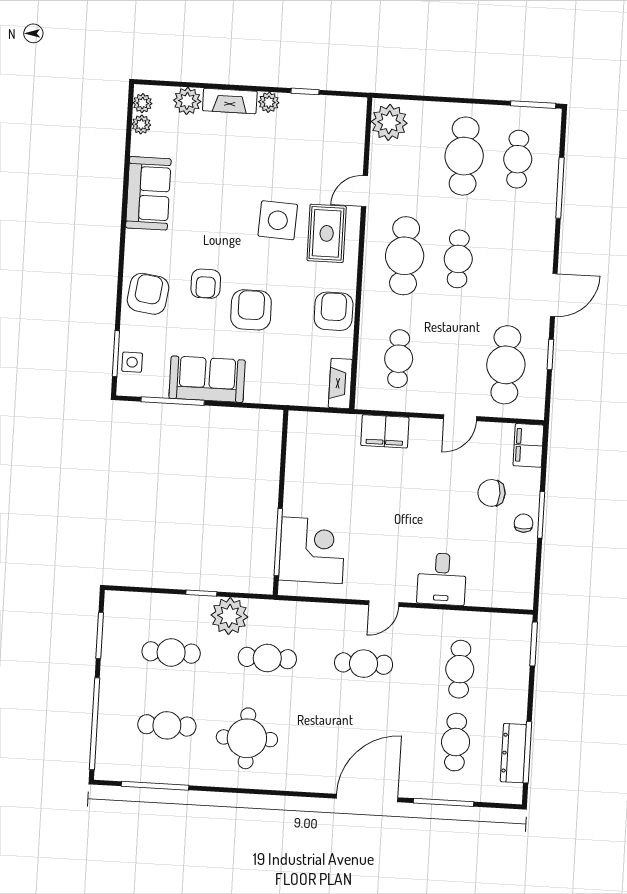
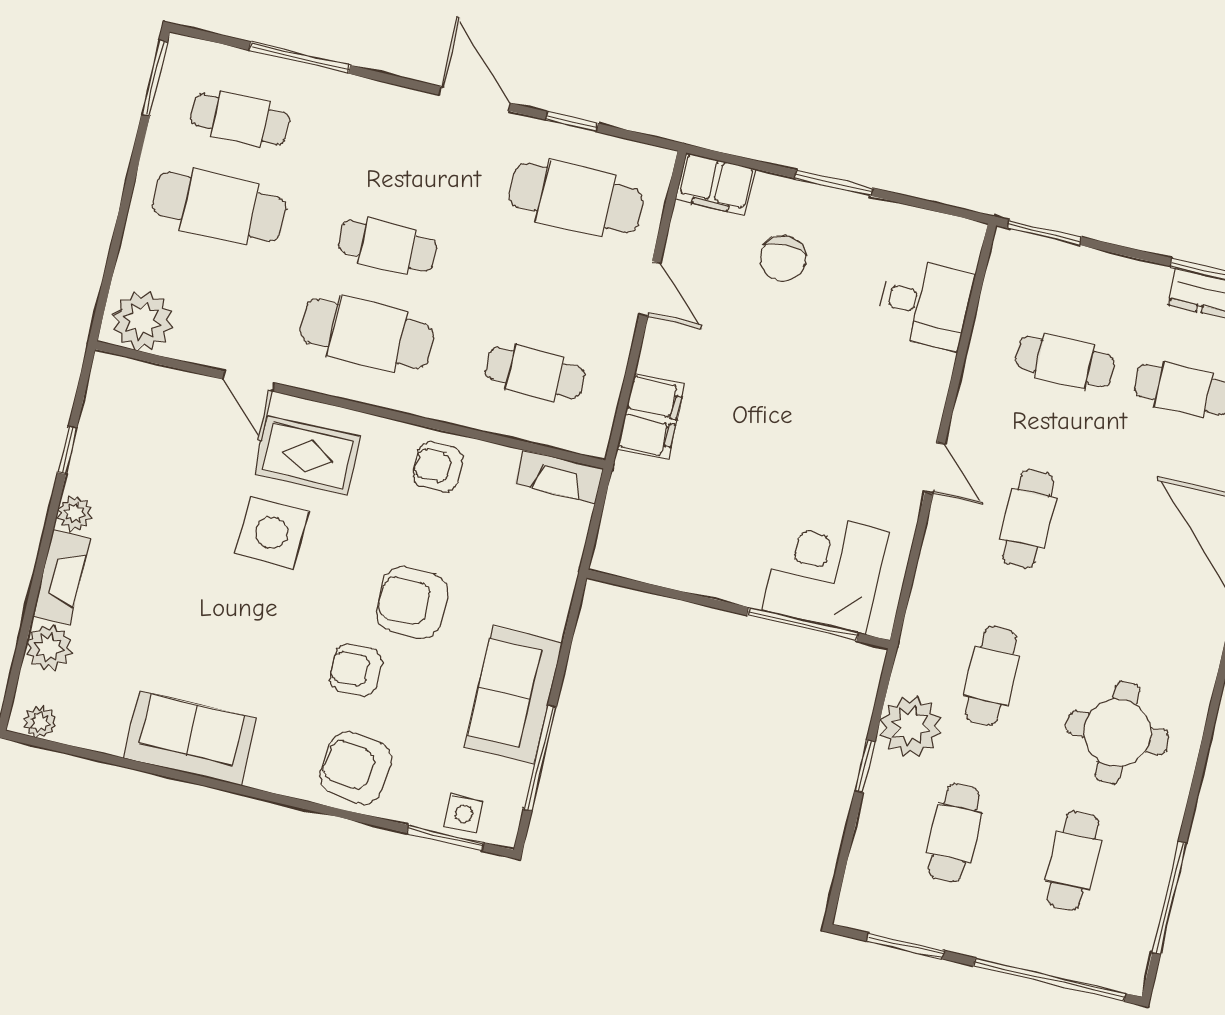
plant: (141, 124) -> (75, 730), removed
armchair: (206, 284) -> (356, 670), turned 180
armchair: (334, 311) -> (438, 467), width x0.72, depth x0.72
chair: (524, 523) -> (842, 214), removed
desk: (442, 579) -> (925, 304), moved

